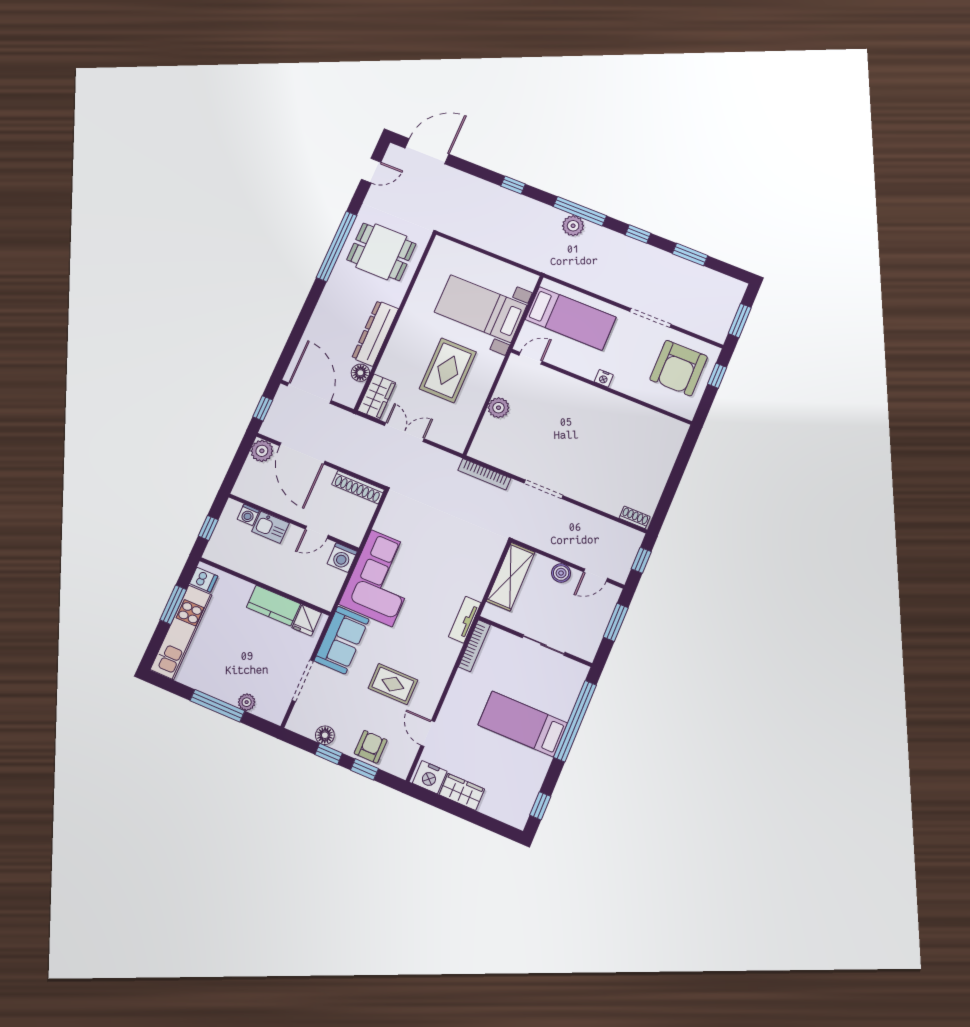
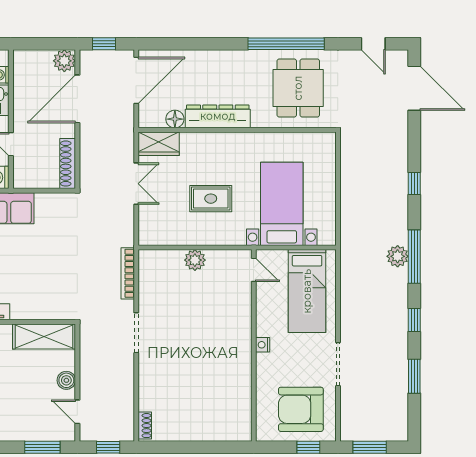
rug: (448, 370) -> (211, 199), width x0.73, depth x0.70

